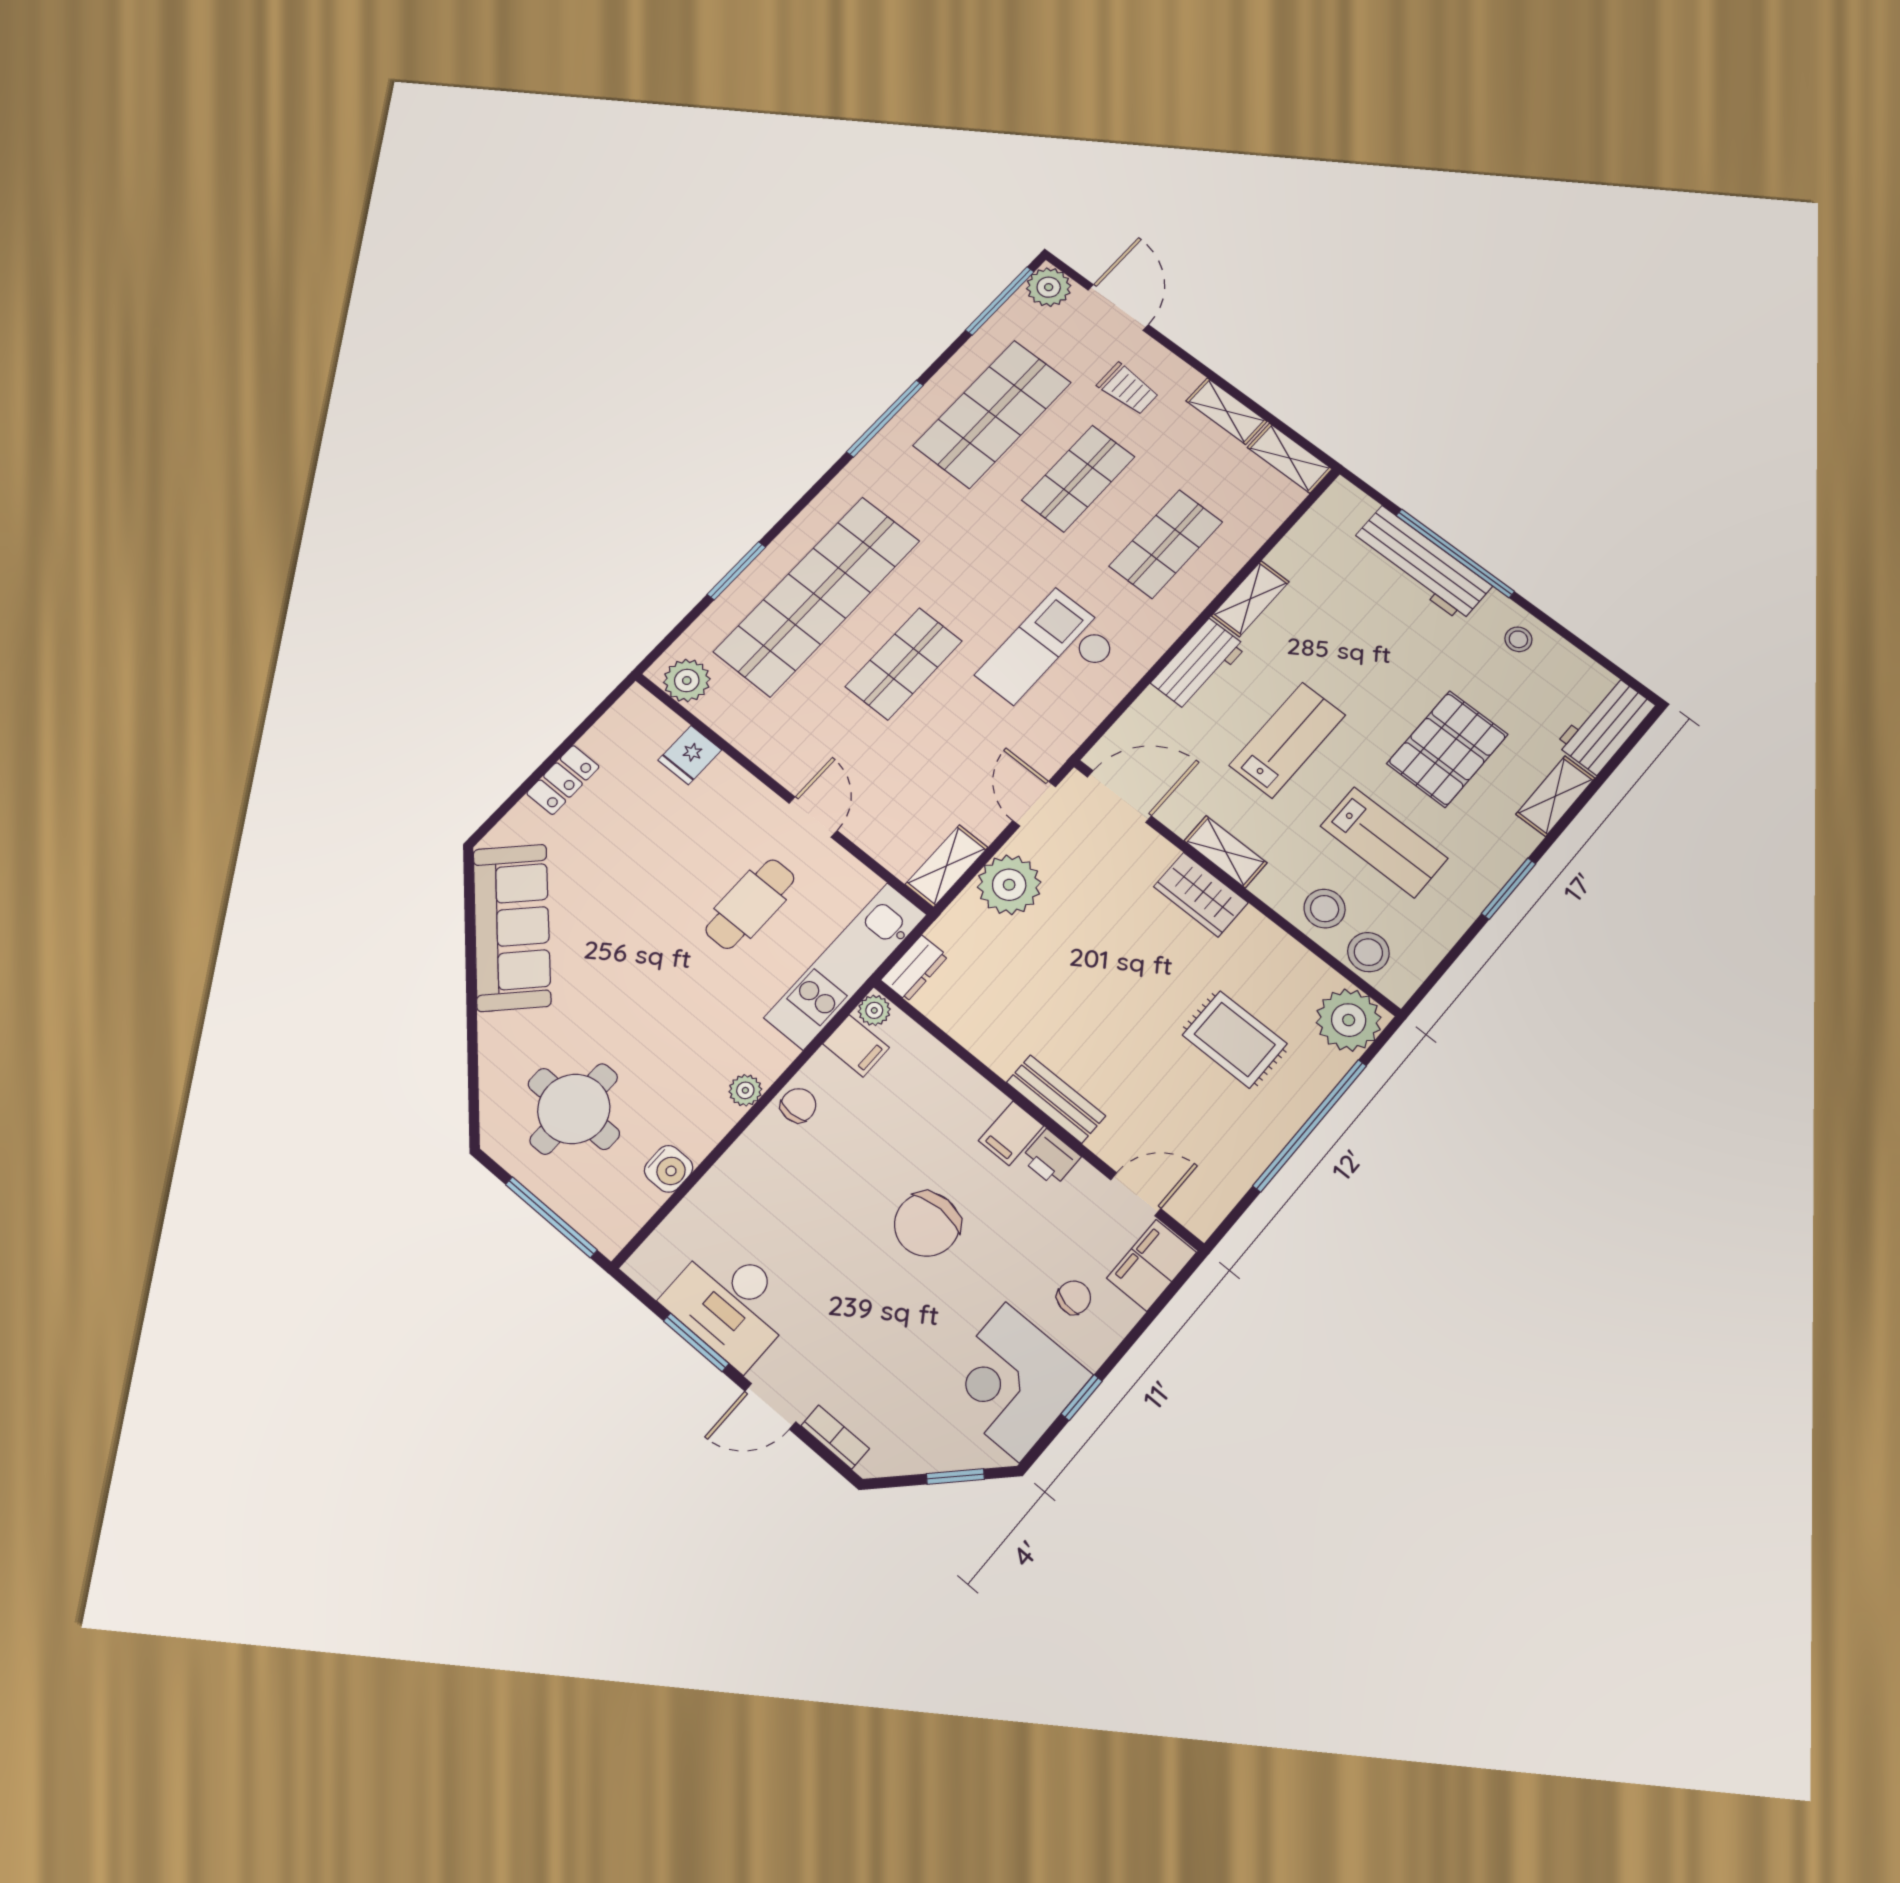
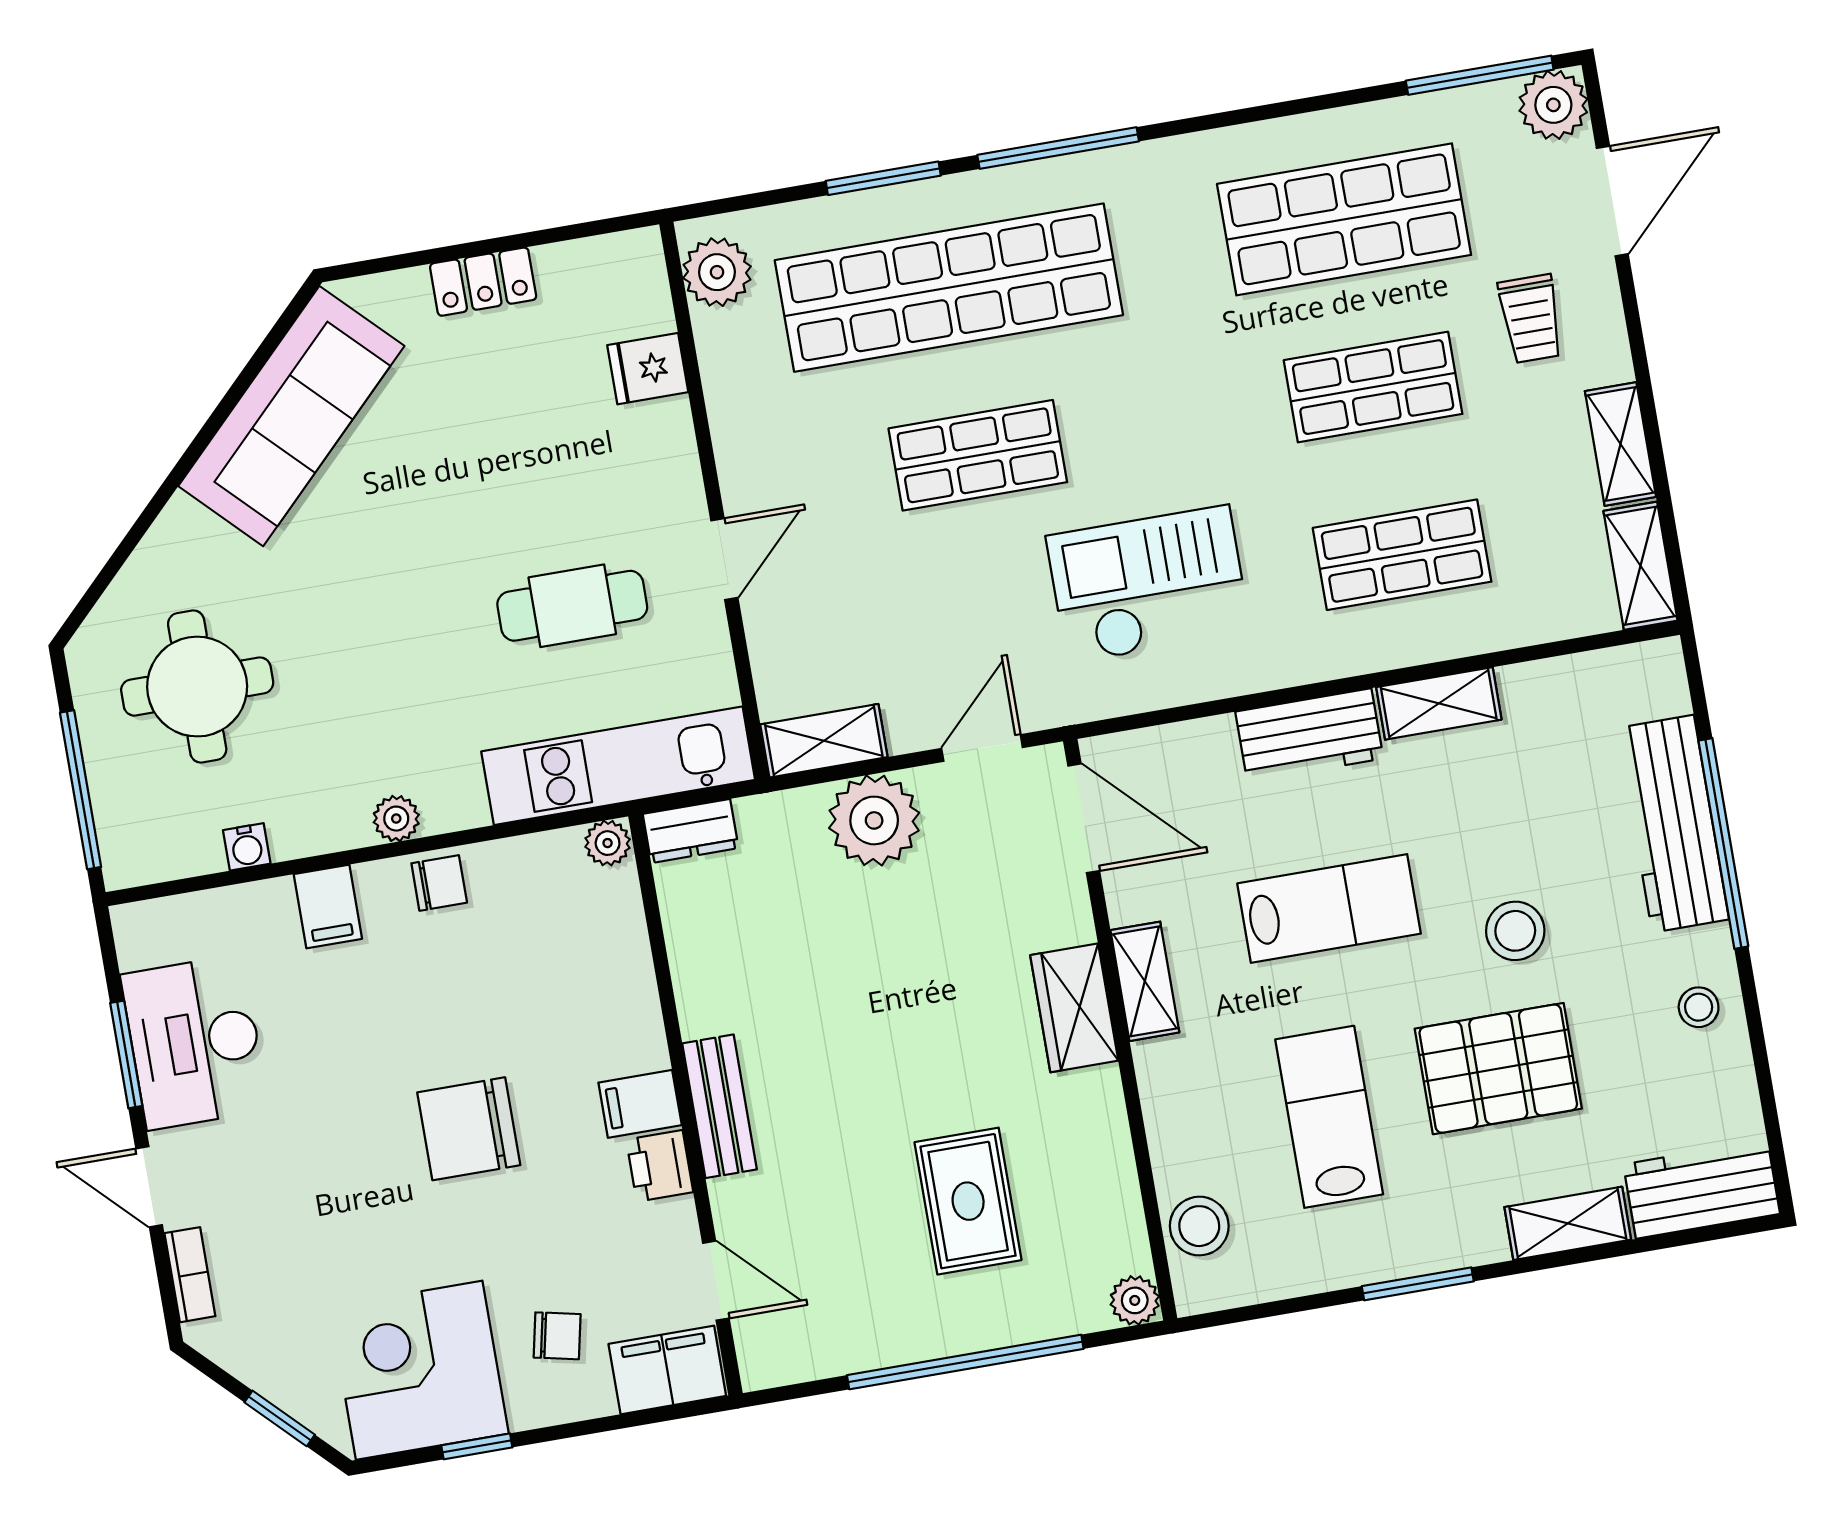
window: (885, 419) -> (1058, 148), moved
lab bench: (1384, 842) -> (1329, 1117), turned 180
stool: (1325, 909) -> (1515, 931), moved
plant: (1349, 1020) -> (1135, 1300), width x0.53, depth x0.53
filing cabinet: (856, 1046) -> (328, 906), moved
water cooler: (669, 1169) -> (247, 847), width x0.72, depth x0.72

